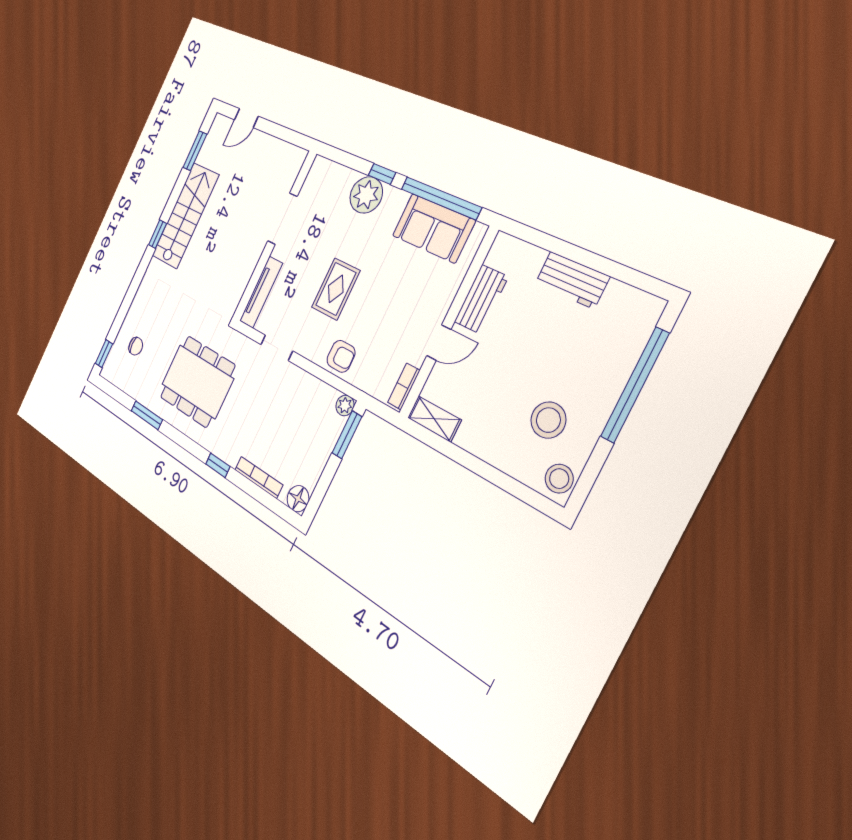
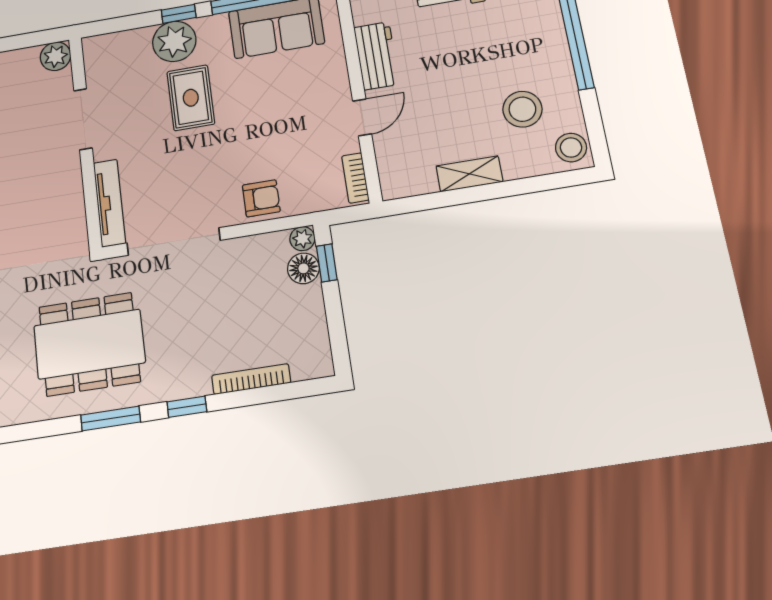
plant: (295, 159) -> (56, 56), added
rug: (336, 289) -> (191, 98), moved
doorway: (277, 348) -> (173, 242), width x1.87
window: (147, 415) -> (111, 418), moved
shelving: (434, 419) -> (469, 174), moved
window: (347, 435) -> (327, 263), width x0.67
floor lamp: (298, 499) -> (303, 268), moved

